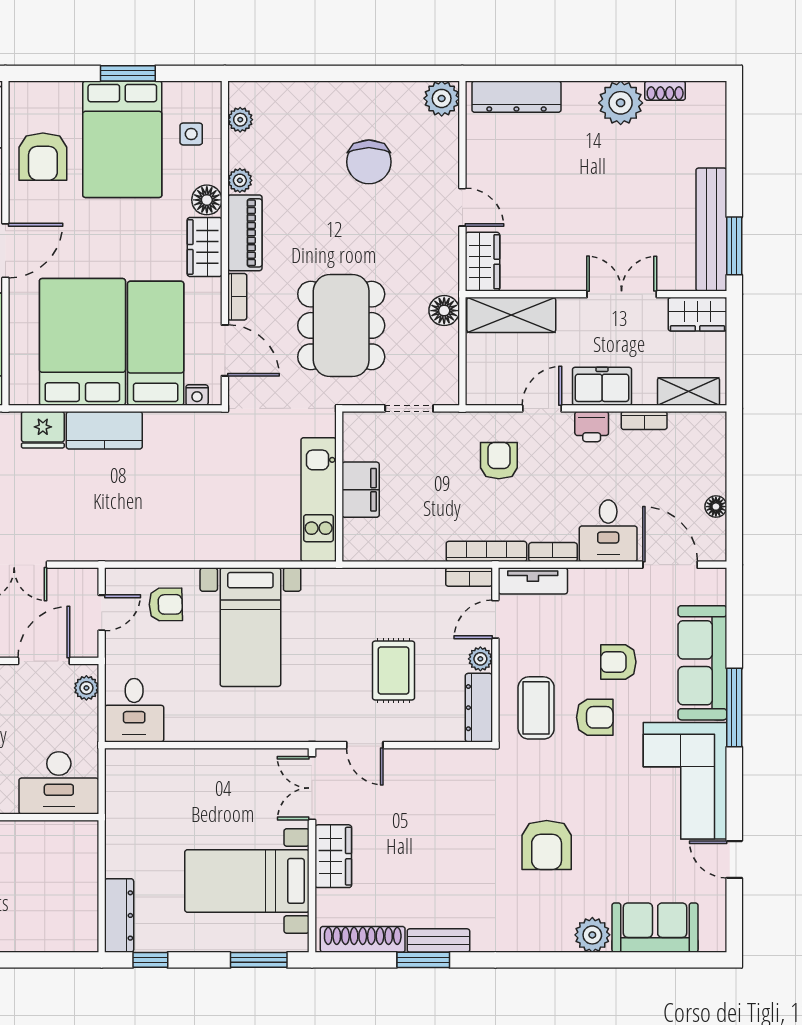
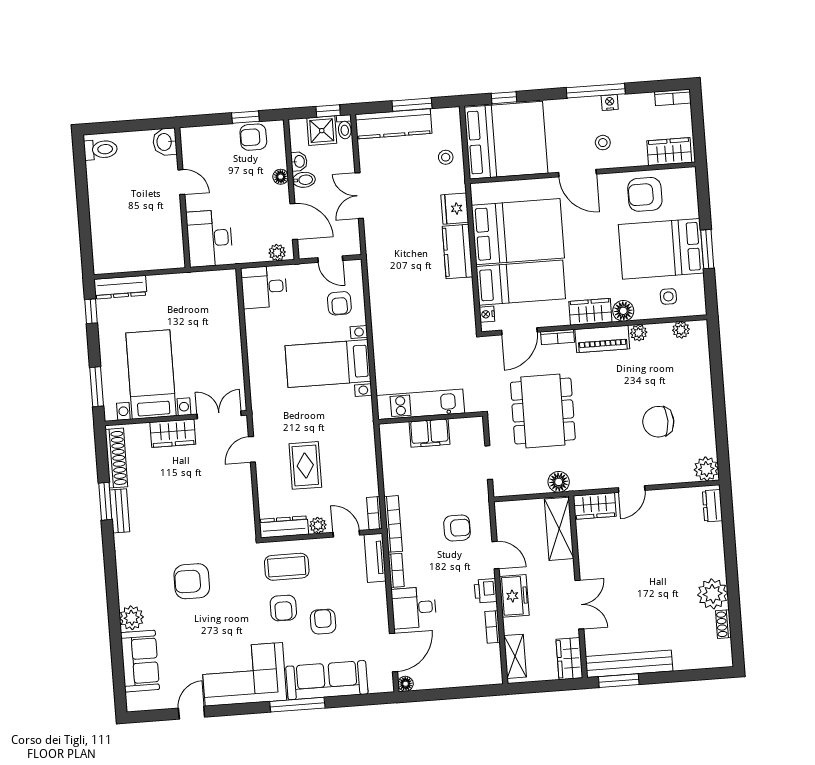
dresser: (516, 97) -> (712, 506), width x0.51, depth x0.80
dining table: (341, 325) -> (543, 411), turned 90
floor lamp: (716, 507) -> (406, 684), moved
rug: (393, 670) -> (305, 465), turned 90

